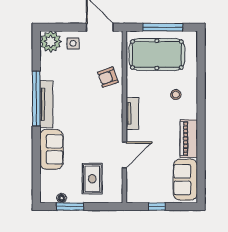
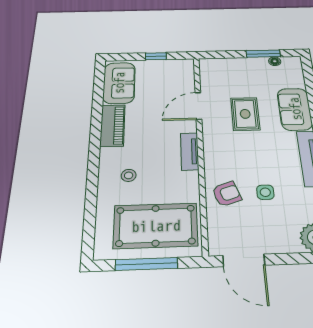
side table: (73, 43) -> (265, 192), moved
rug: (92, 179) -> (245, 114), moved

